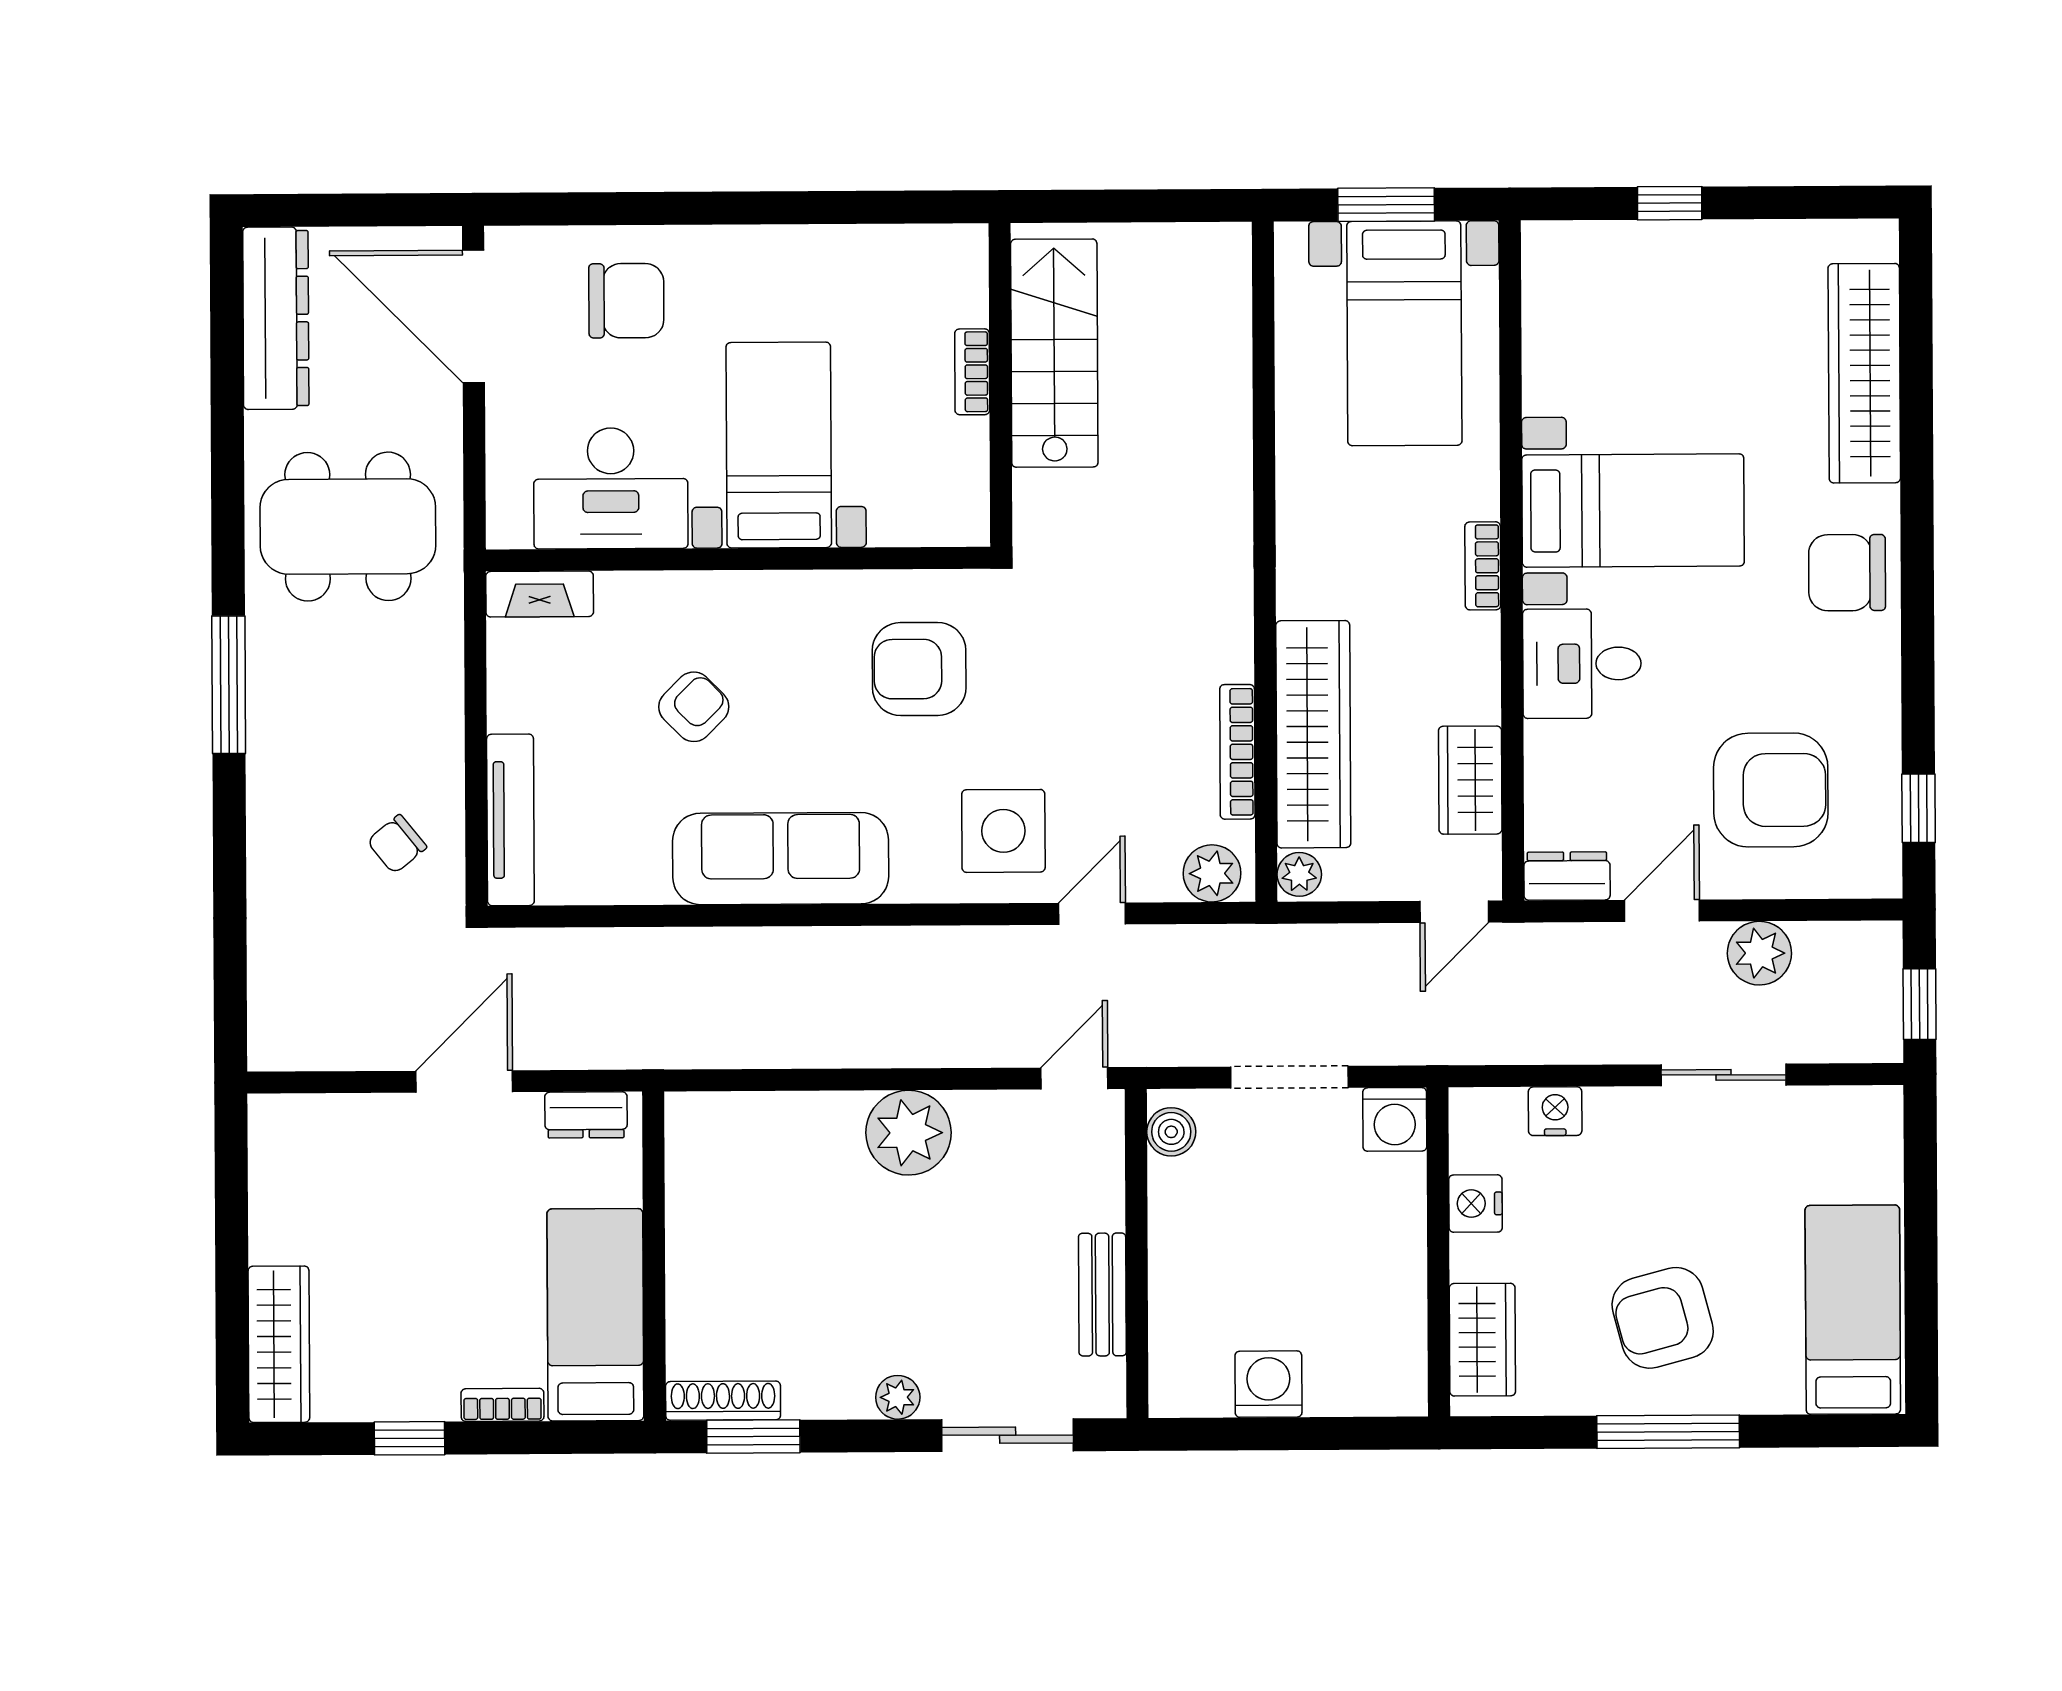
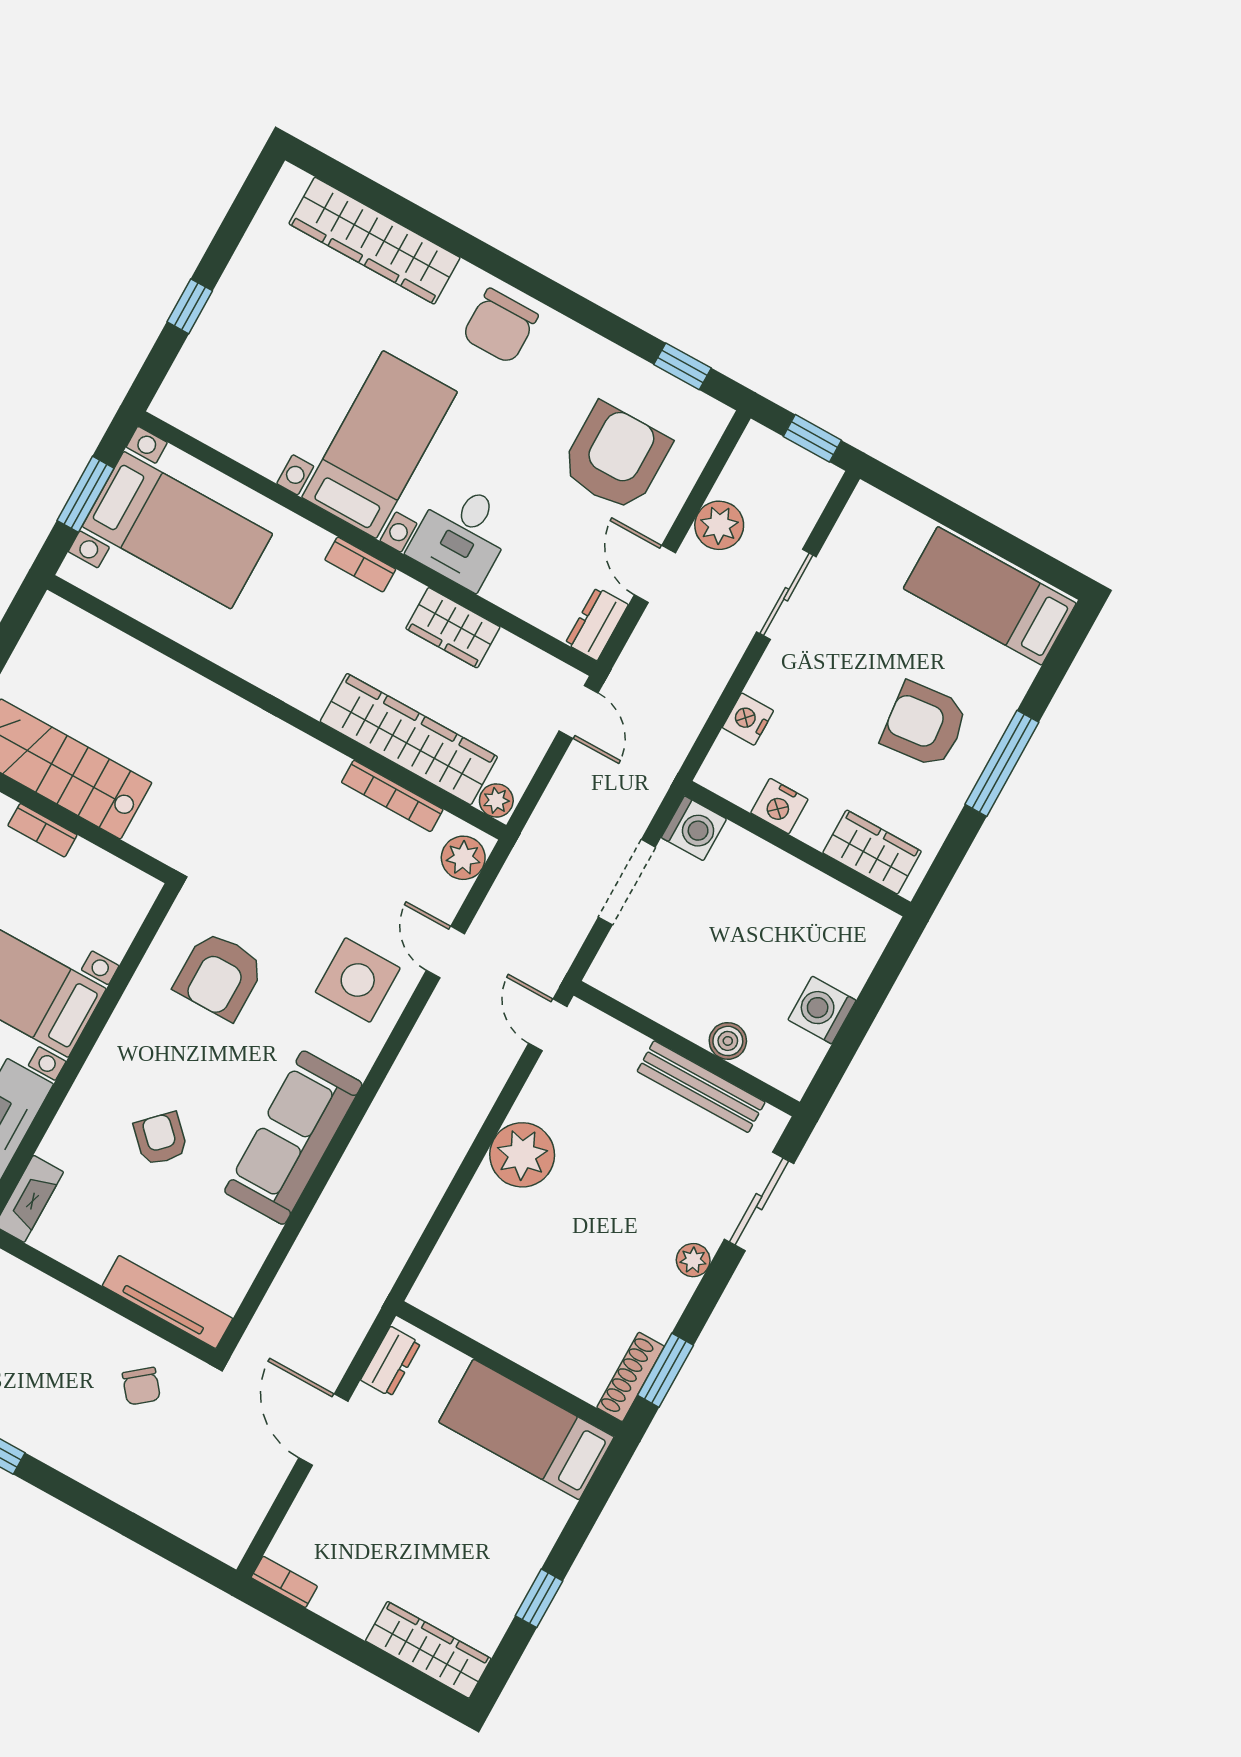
wardrobe: (1470, 780) -> (453, 628), moved
boiler: (1171, 1132) -> (728, 1041), moved
bench: (1102, 1295) -> (701, 1087), width x1.36
armchair: (1663, 1318) -> (925, 725), turned 99
bookcase: (502, 1405) -> (284, 1582), moved, turned 90

